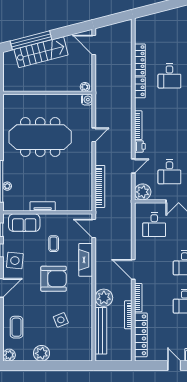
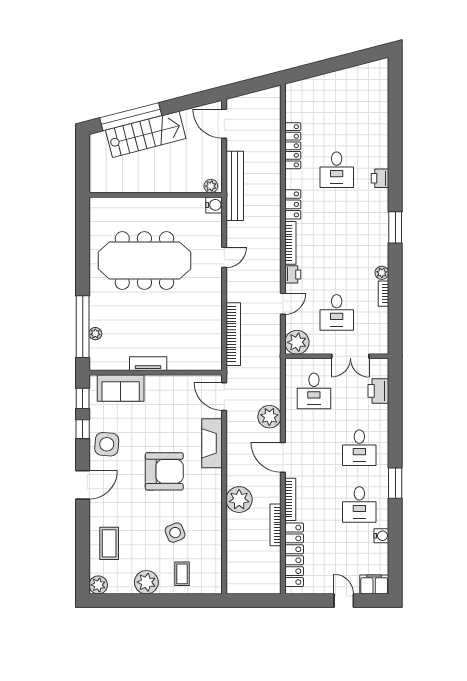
locker: (140, 87) -> (293, 204), moved
plant: (124, 242) -> (269, 417), added
coffee table: (54, 244) -> (182, 574), moved
bench: (101, 331) -> (235, 186), moved

